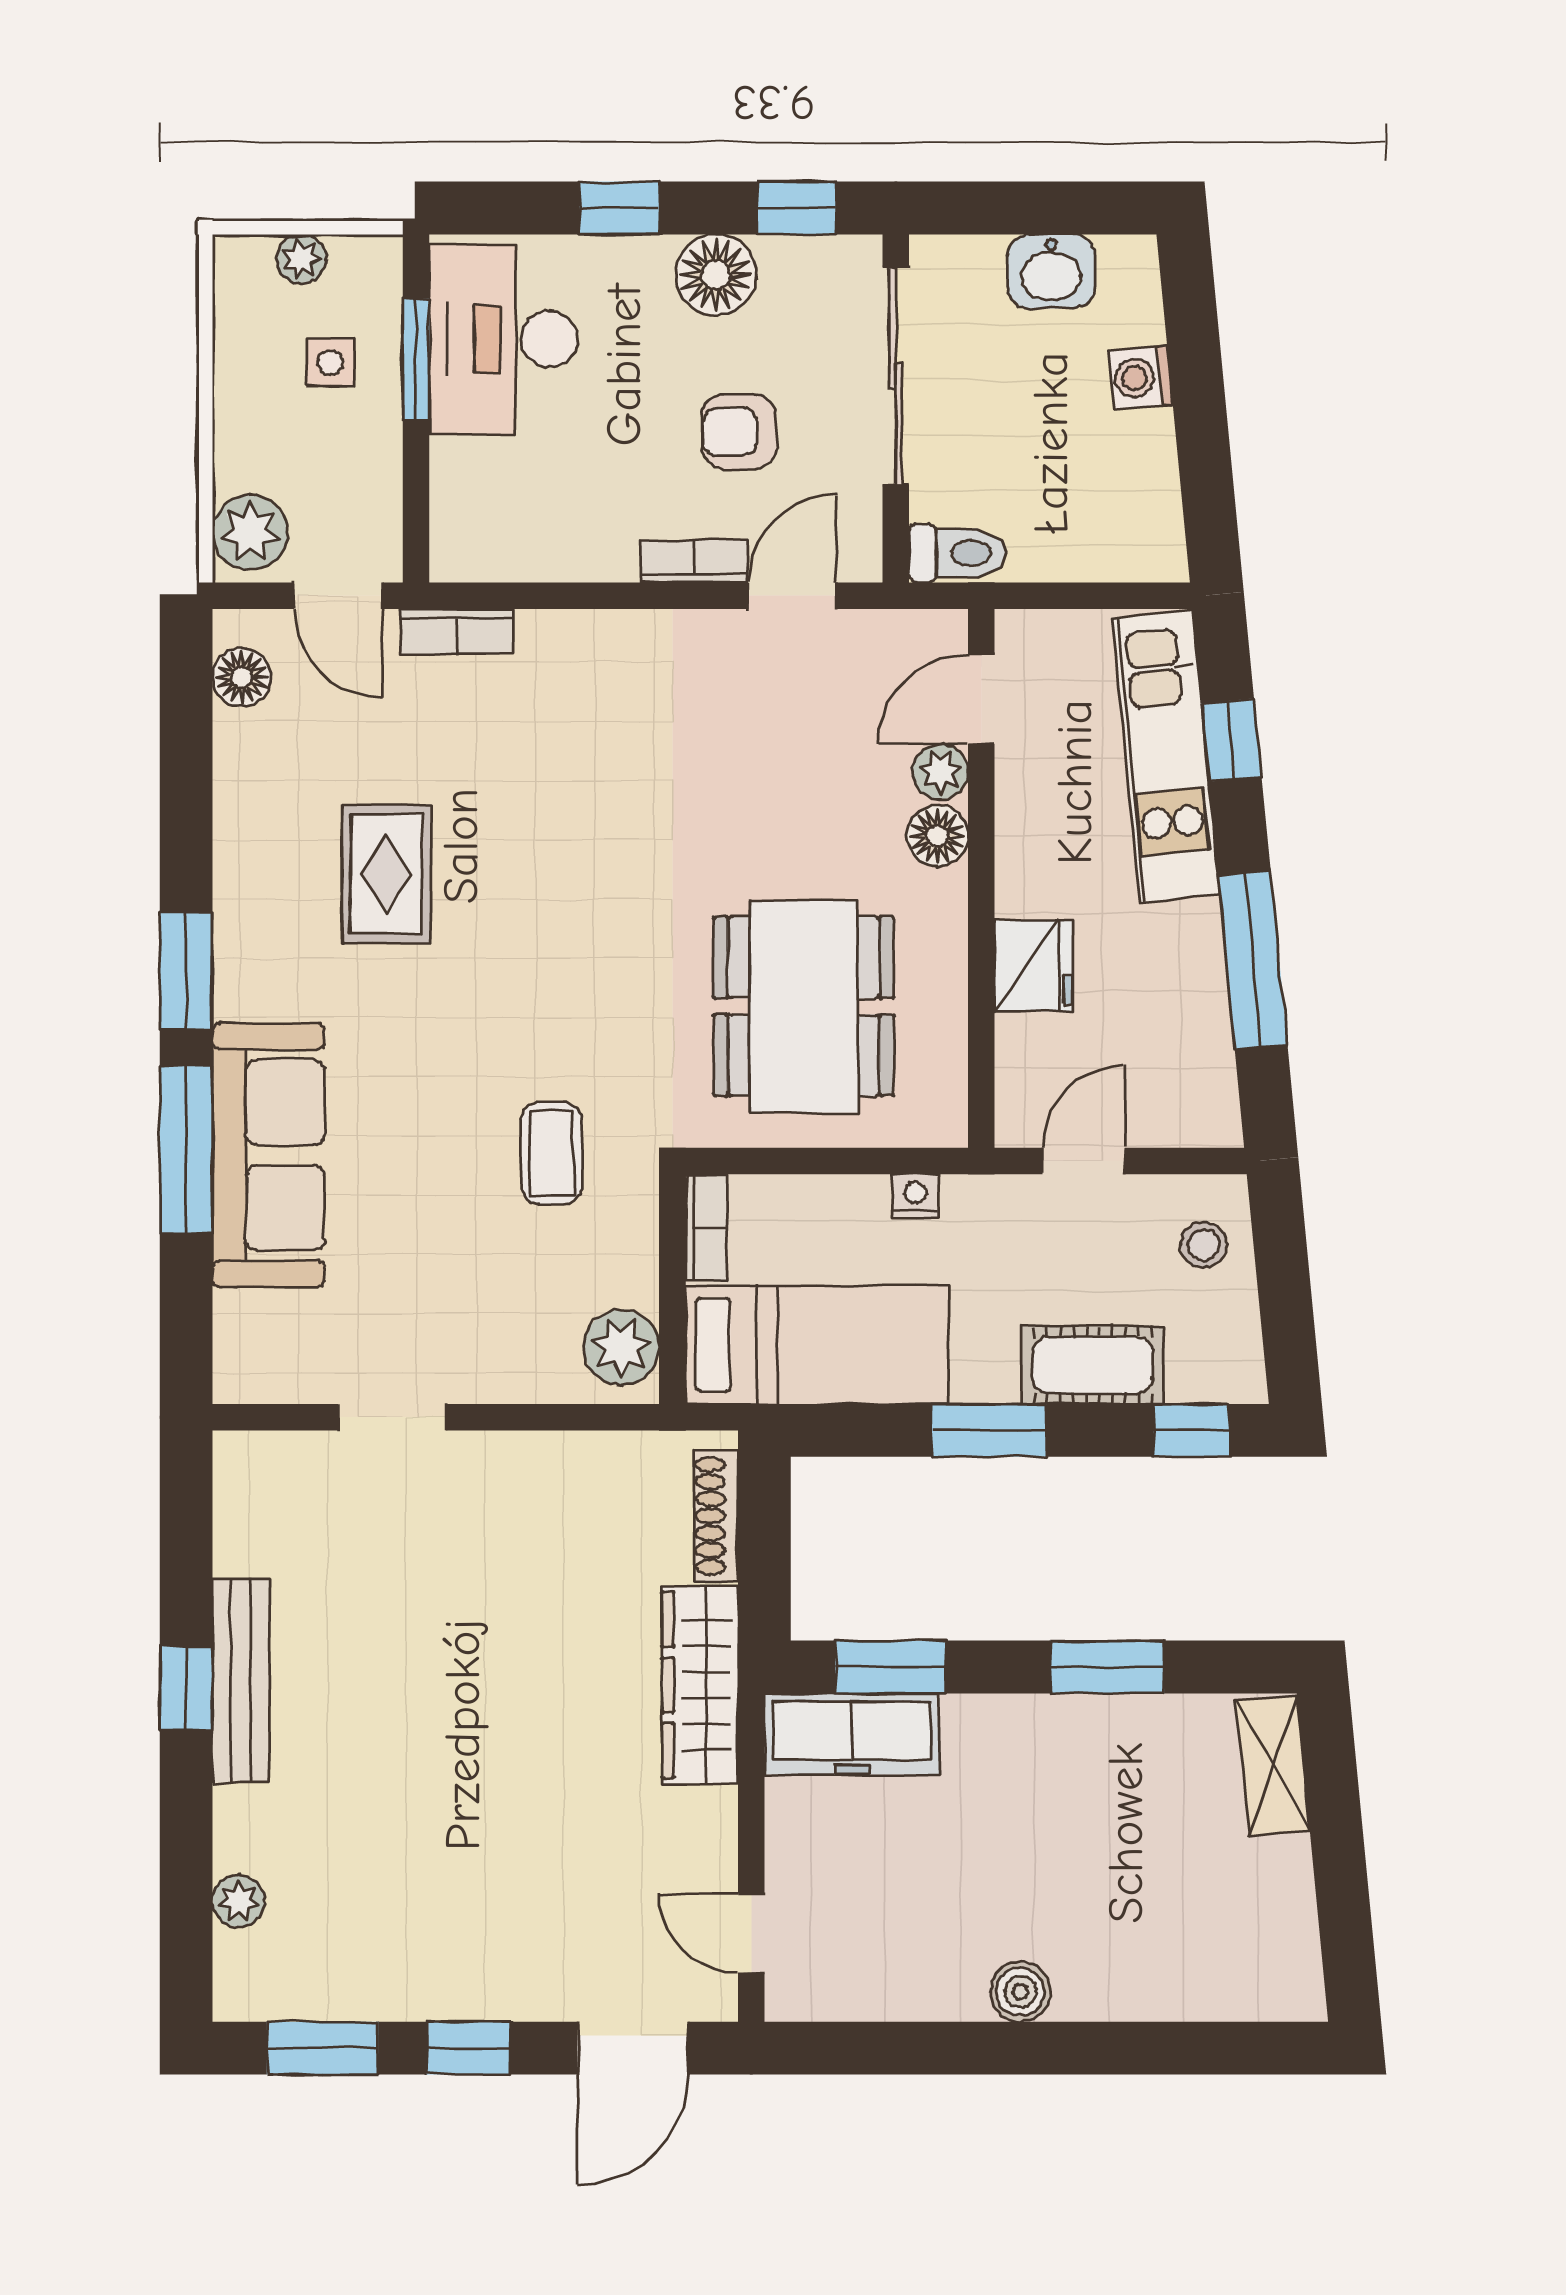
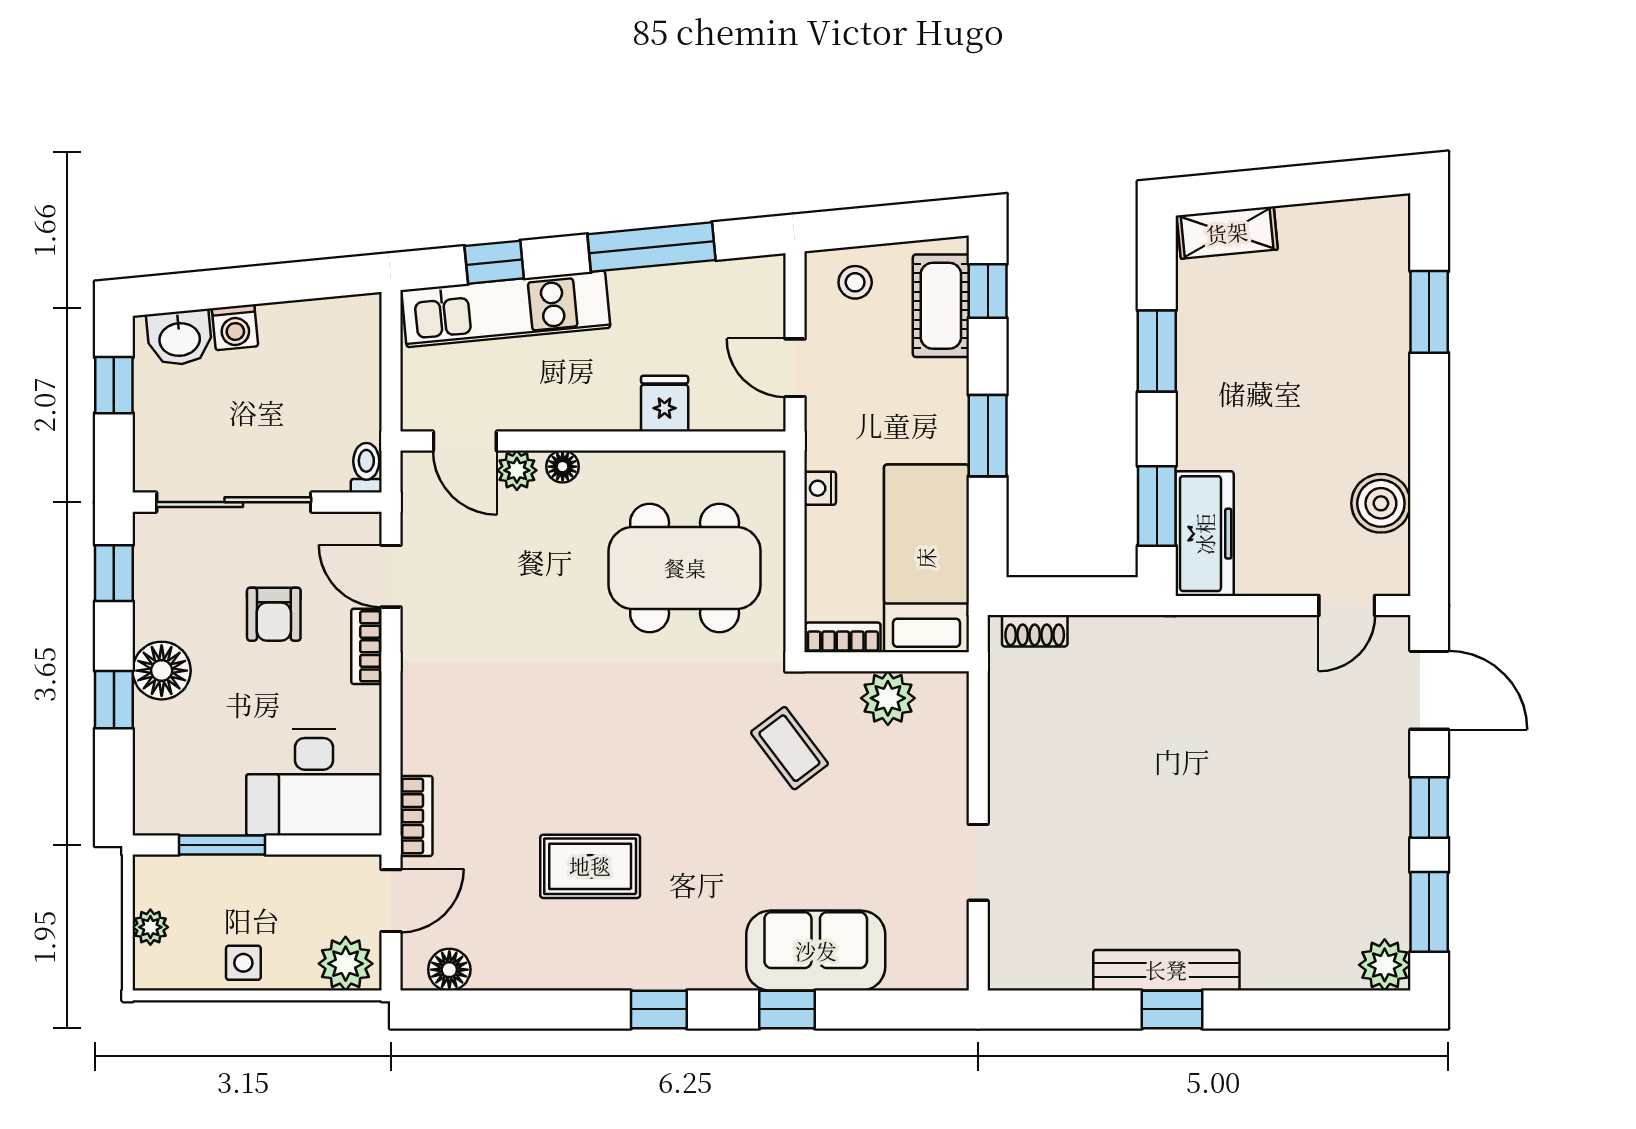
window: (1060, 208) -> (114, 385), added
washbasin: (1051, 271) -> (179, 338), moved, turned 85
floor lamp: (716, 275) -> (162, 671), moved
desk: (504, 339) -> (314, 783), moved
side table: (330, 363) -> (243, 963), moved
toilet: (957, 553) -> (366, 468), width x0.73, depth x0.72
floor lamp: (937, 836) -> (563, 467), width x0.73, depth x0.73
fridge: (1034, 966) -> (665, 404), width x0.72
window: (186, 970) -> (659, 1009), width x0.67
window: (186, 1150) -> (787, 1009), width x0.46
coffee table: (552, 1153) -> (789, 748), turned 53
sofa: (268, 1155) -> (816, 951), width x0.73
plant: (621, 1347) -> (888, 698), moved
cot: (1093, 1365) -> (941, 306), moved
shoe rack: (716, 1516) -> (1035, 631), width x0.70
wardrobe: (700, 1685) -> (1170, 642), removed
plant: (239, 1901) -> (1385, 965), moved, width x1.38, depth x1.38
boiler: (1020, 1992) -> (1381, 503), moved, width x1.36, depth x1.36
window: (1162, 2048) -> (1429, 312), added

